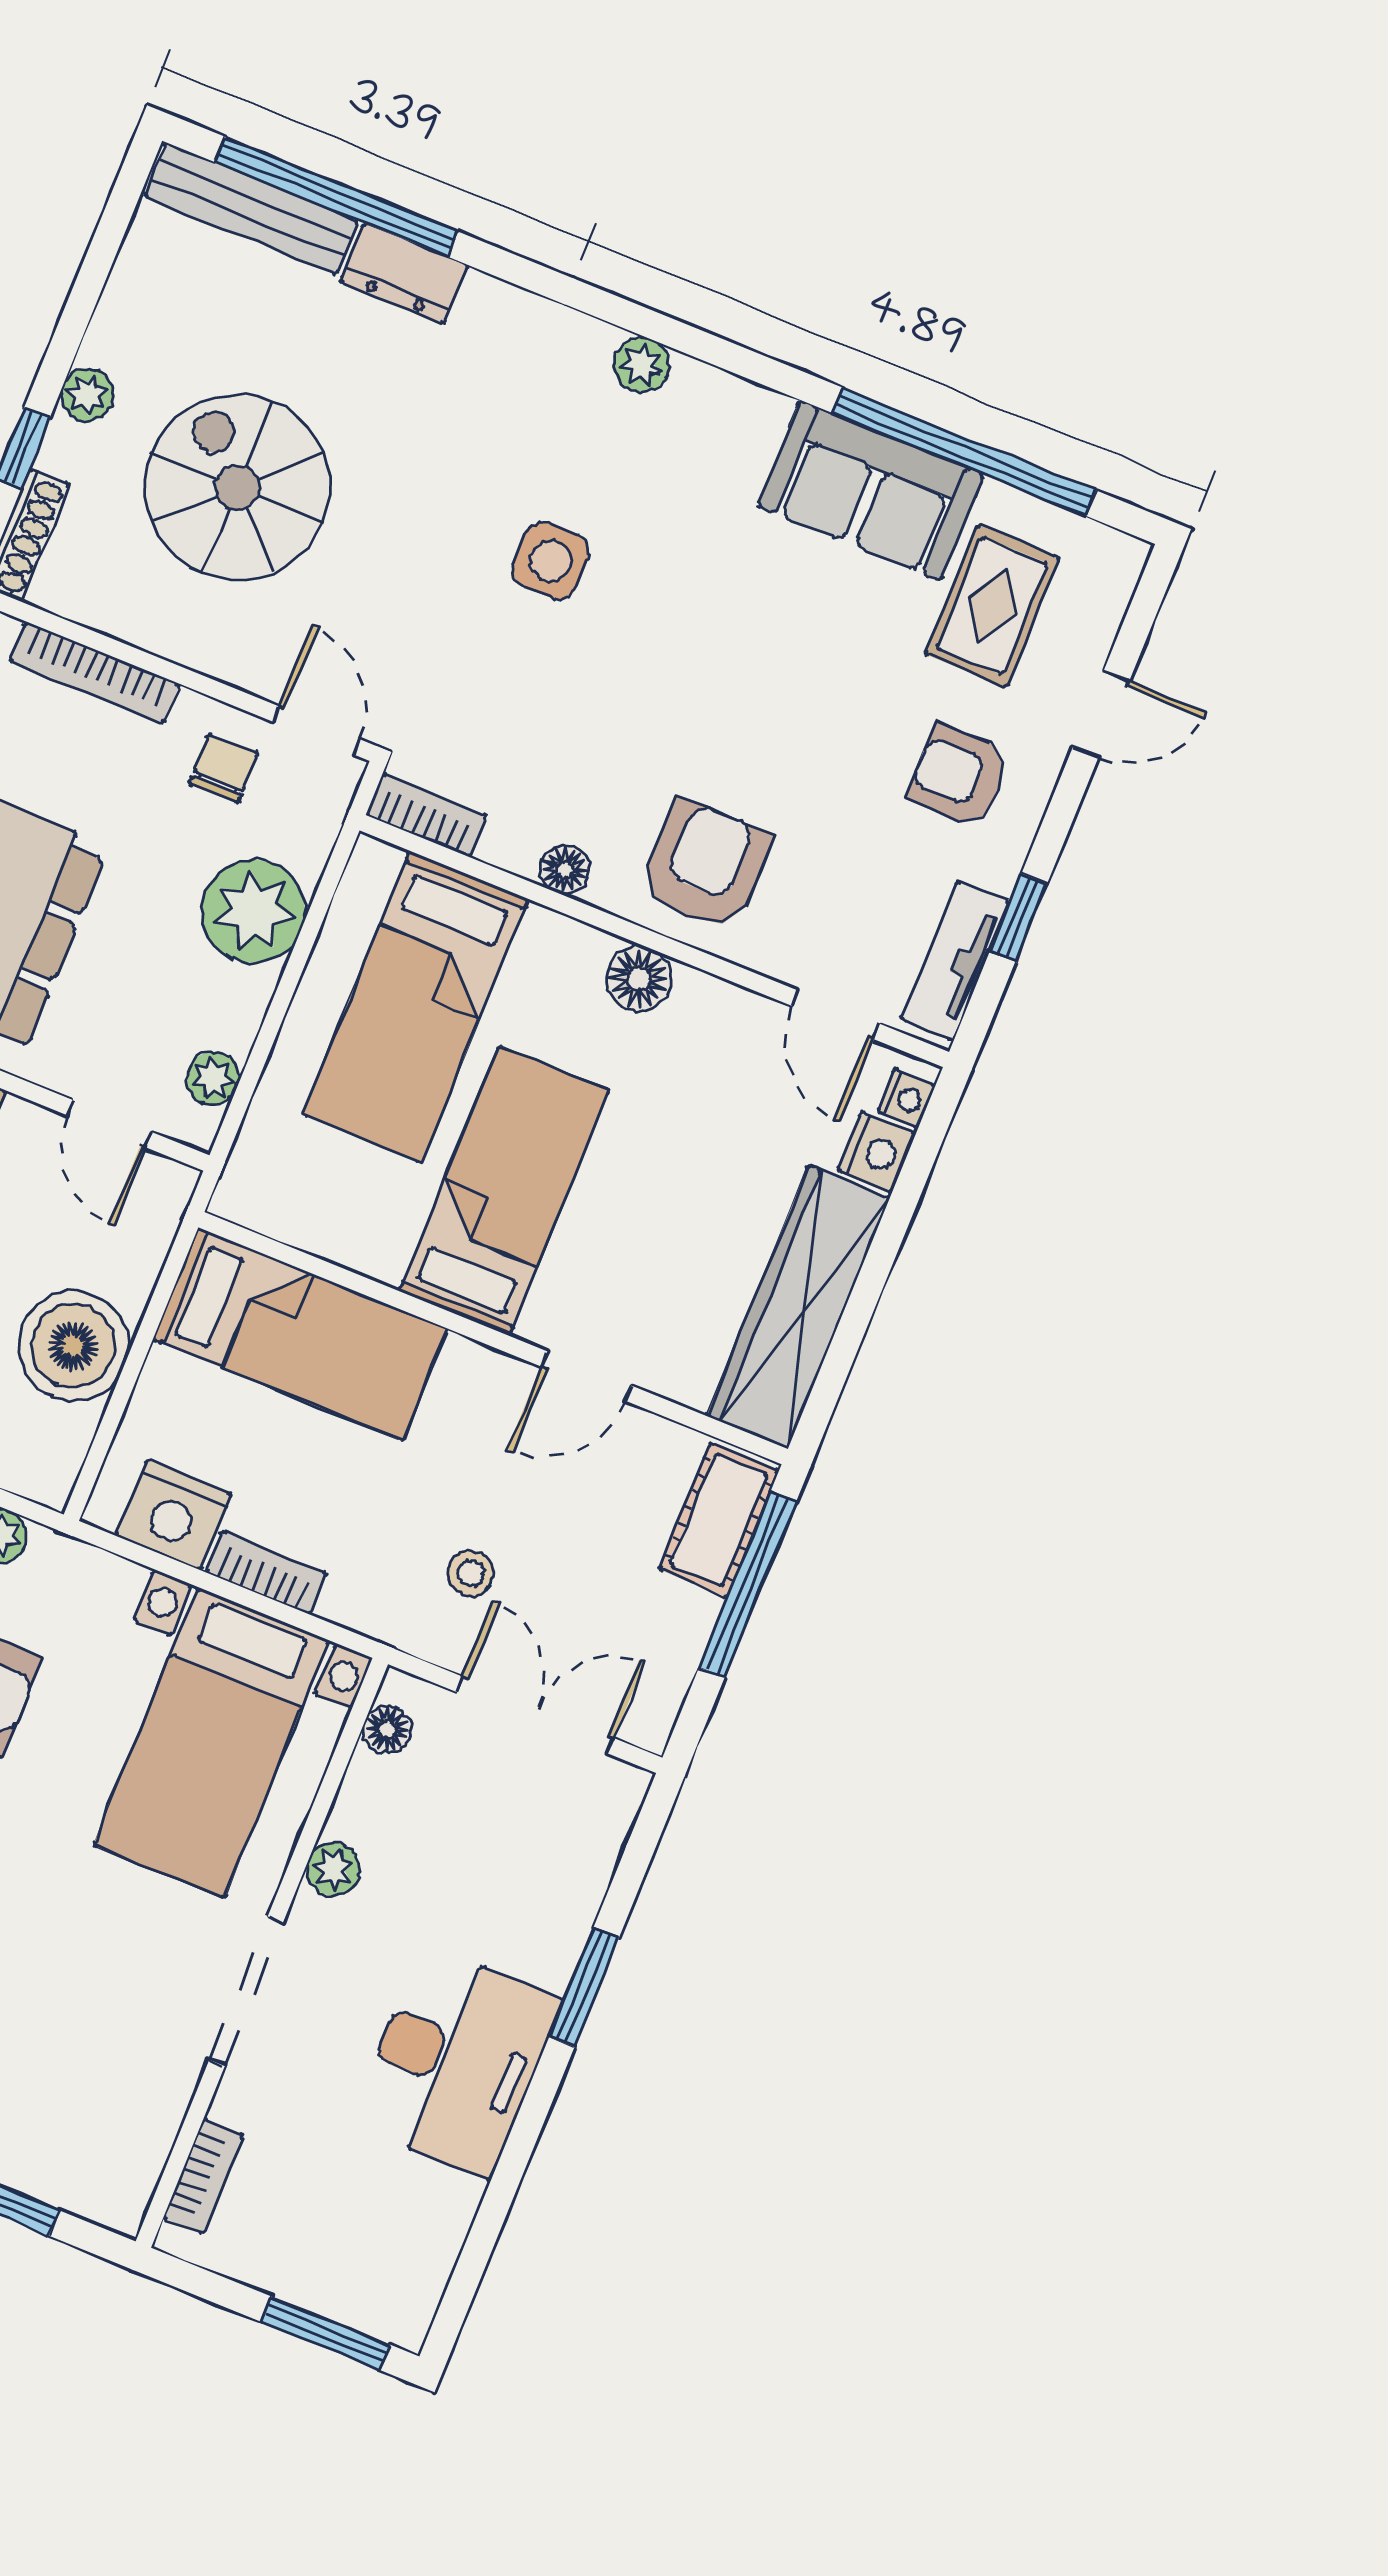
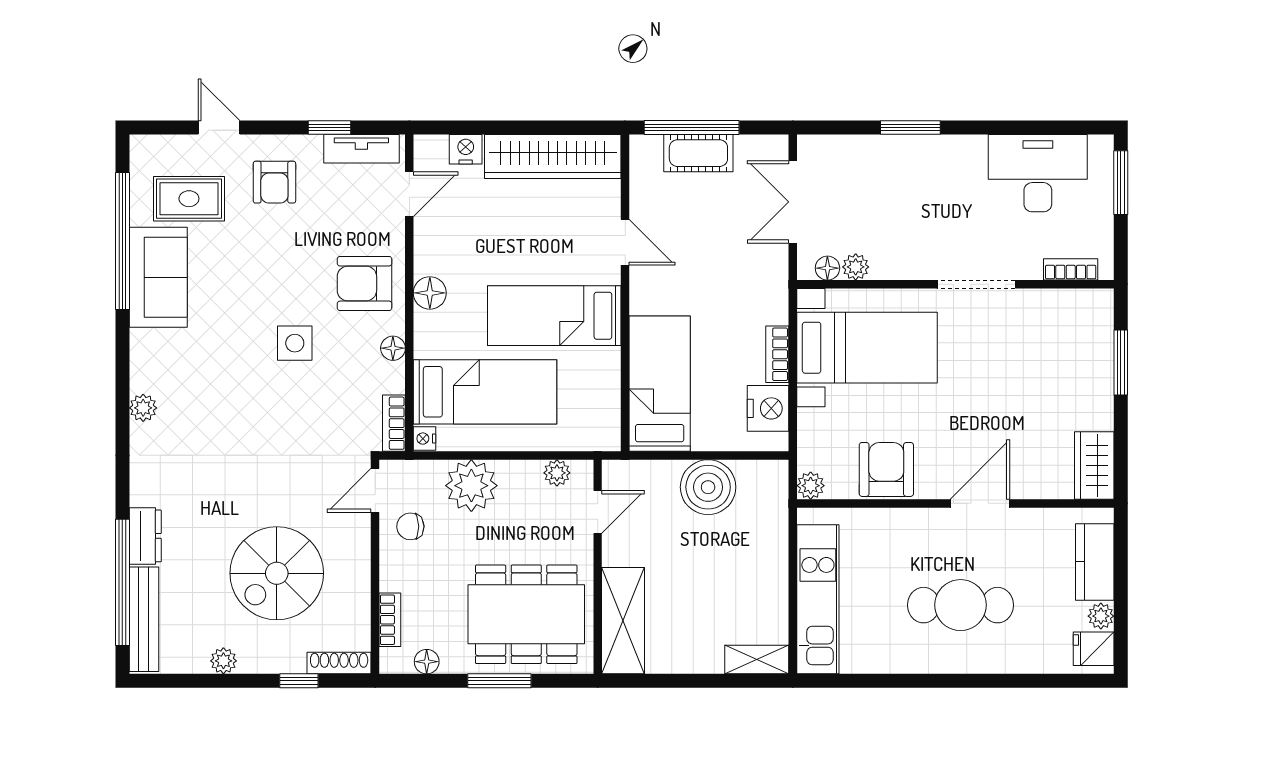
plant: (87, 395) -> (223, 661), moved
side table: (551, 561) -> (295, 343), moved
bookcase: (95, 672) -> (390, 620), width x0.64
nightstand: (906, 1098) -> (425, 439), moved, turned -90
cot: (719, 1520) -> (698, 153), moved
stool: (471, 1573) -> (739, 259), removed
plant: (333, 1869) -> (856, 267), moved
desk: (456, 2062) -> (1038, 173), moved

